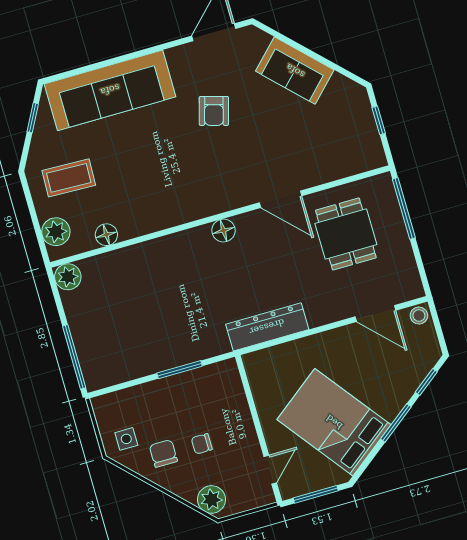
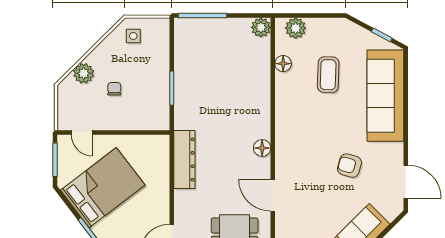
coffee table: (69, 178) -> (328, 75), moved
door: (281, 199) -> (273, 195), hinge flipped
chair: (163, 453) -> (115, 59), removed
plant: (212, 500) -> (84, 73), moved

